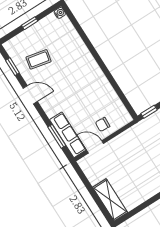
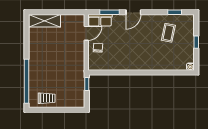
door: (30, 95) -> (133, 12), moved
row of seats: (68, 135) -> (100, 20), width x0.68

